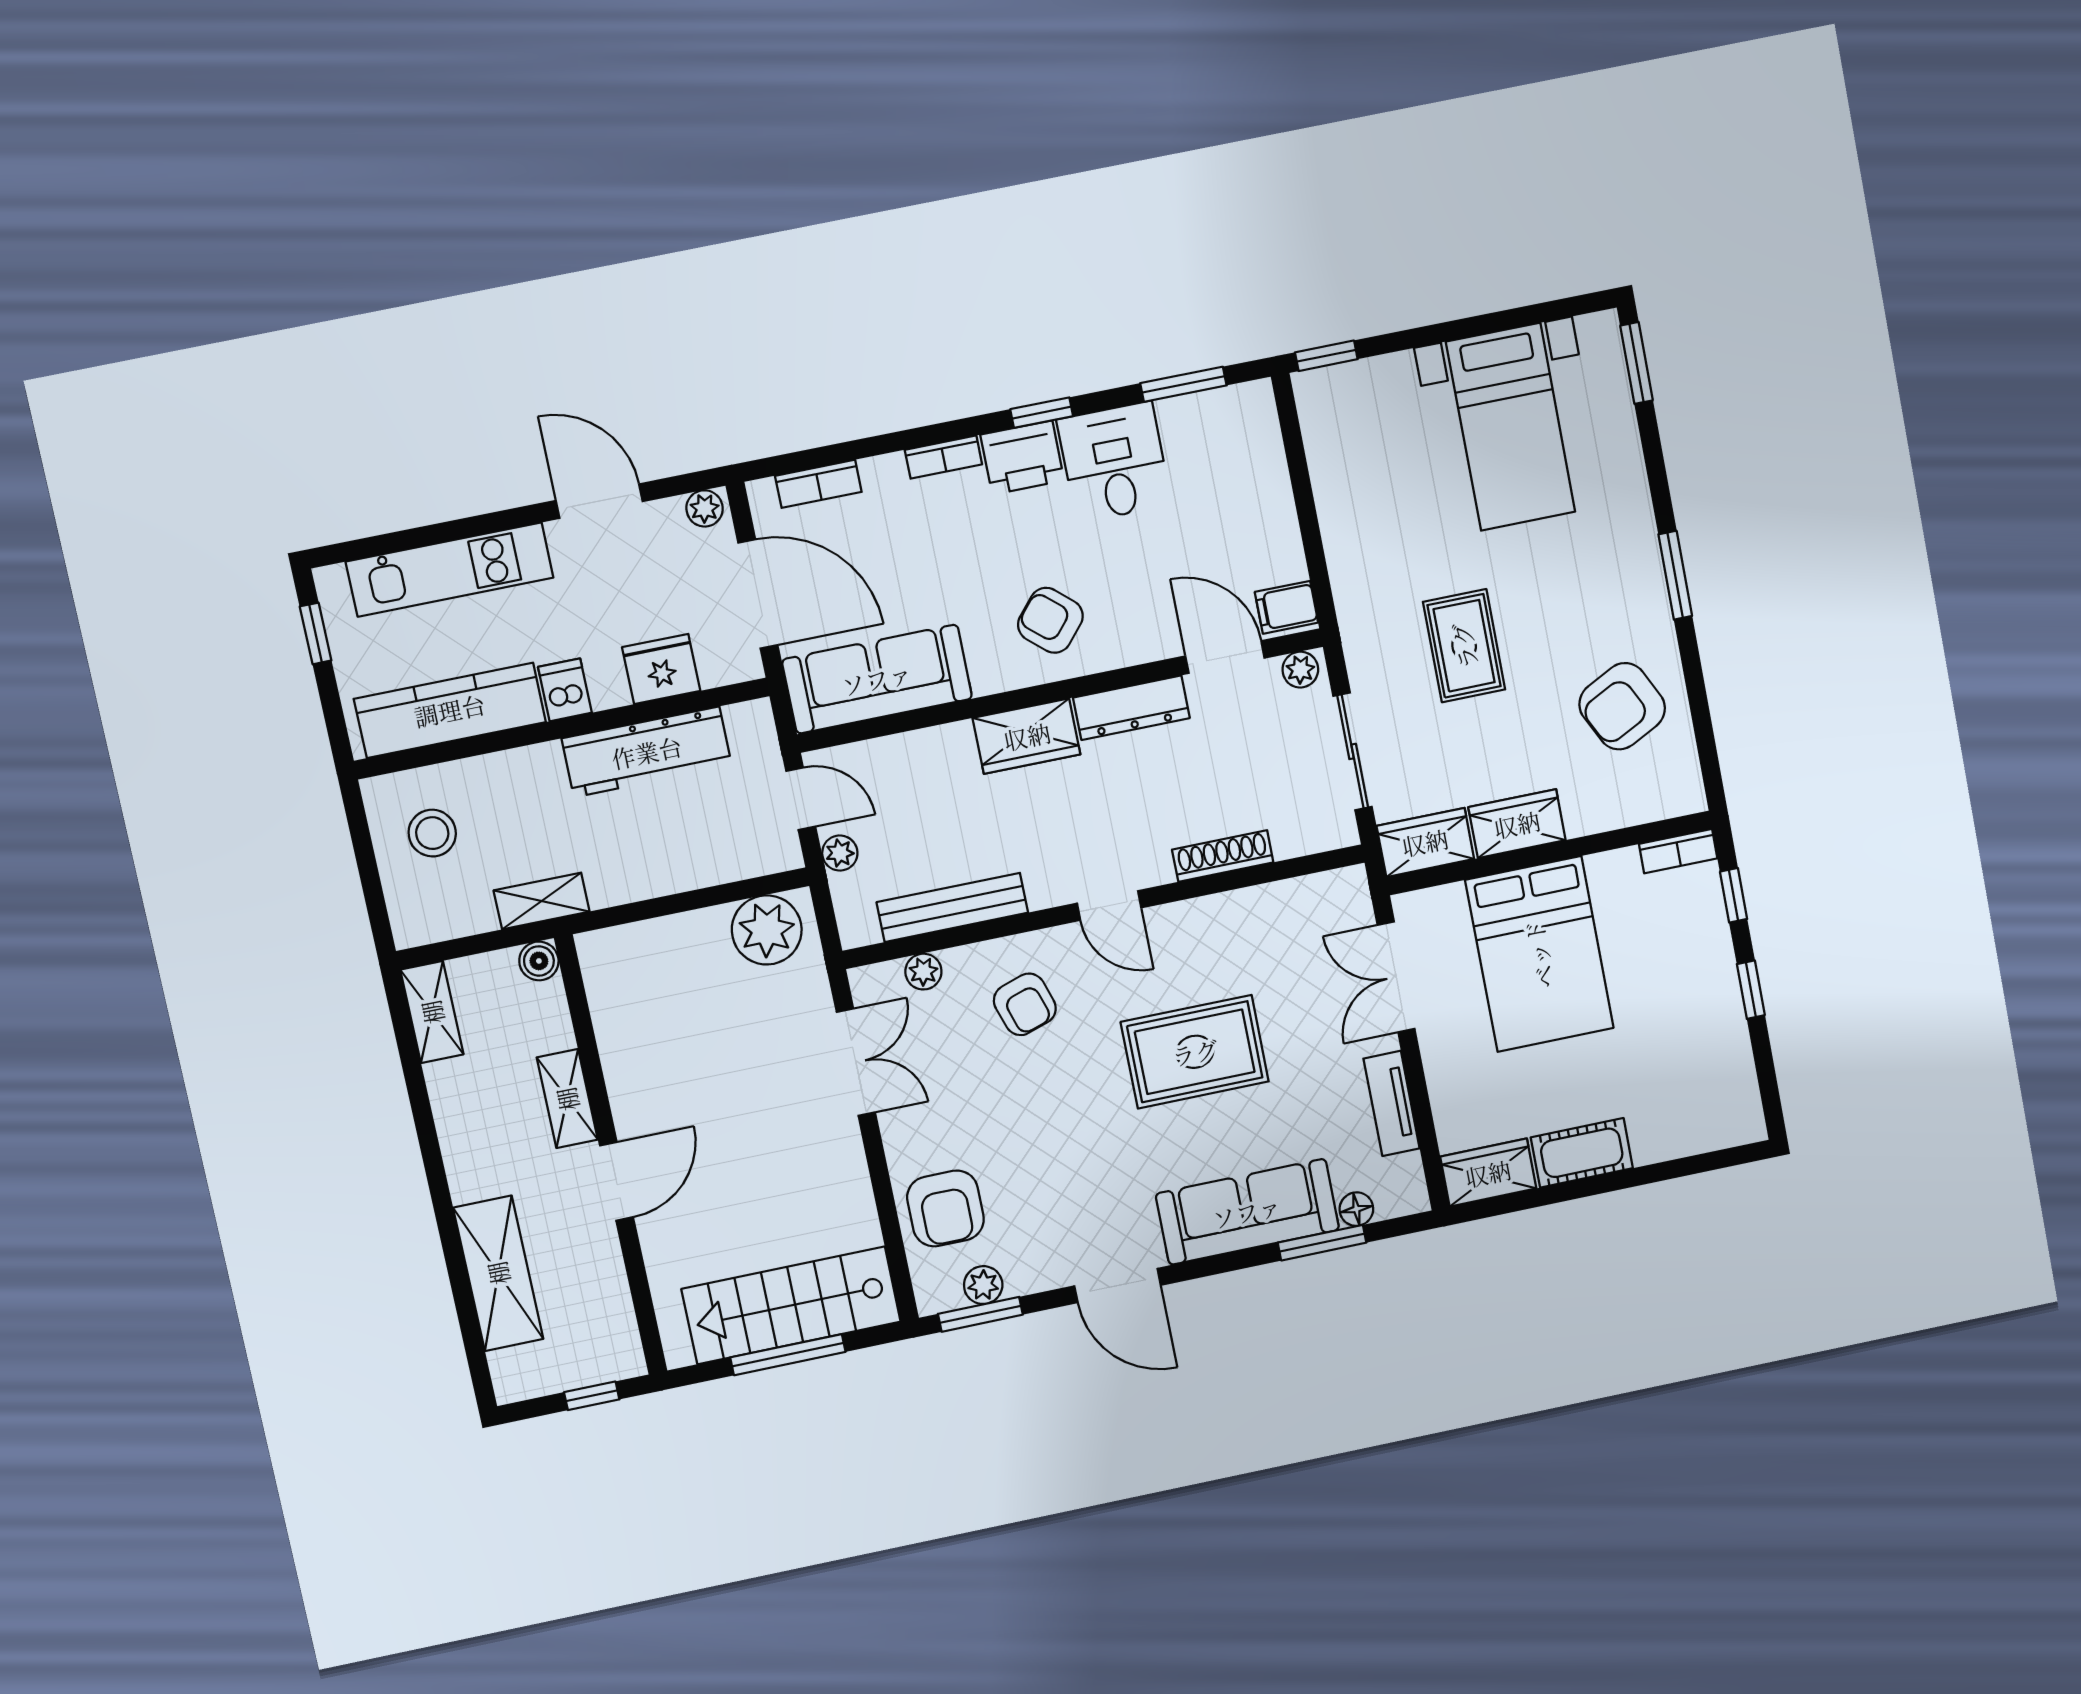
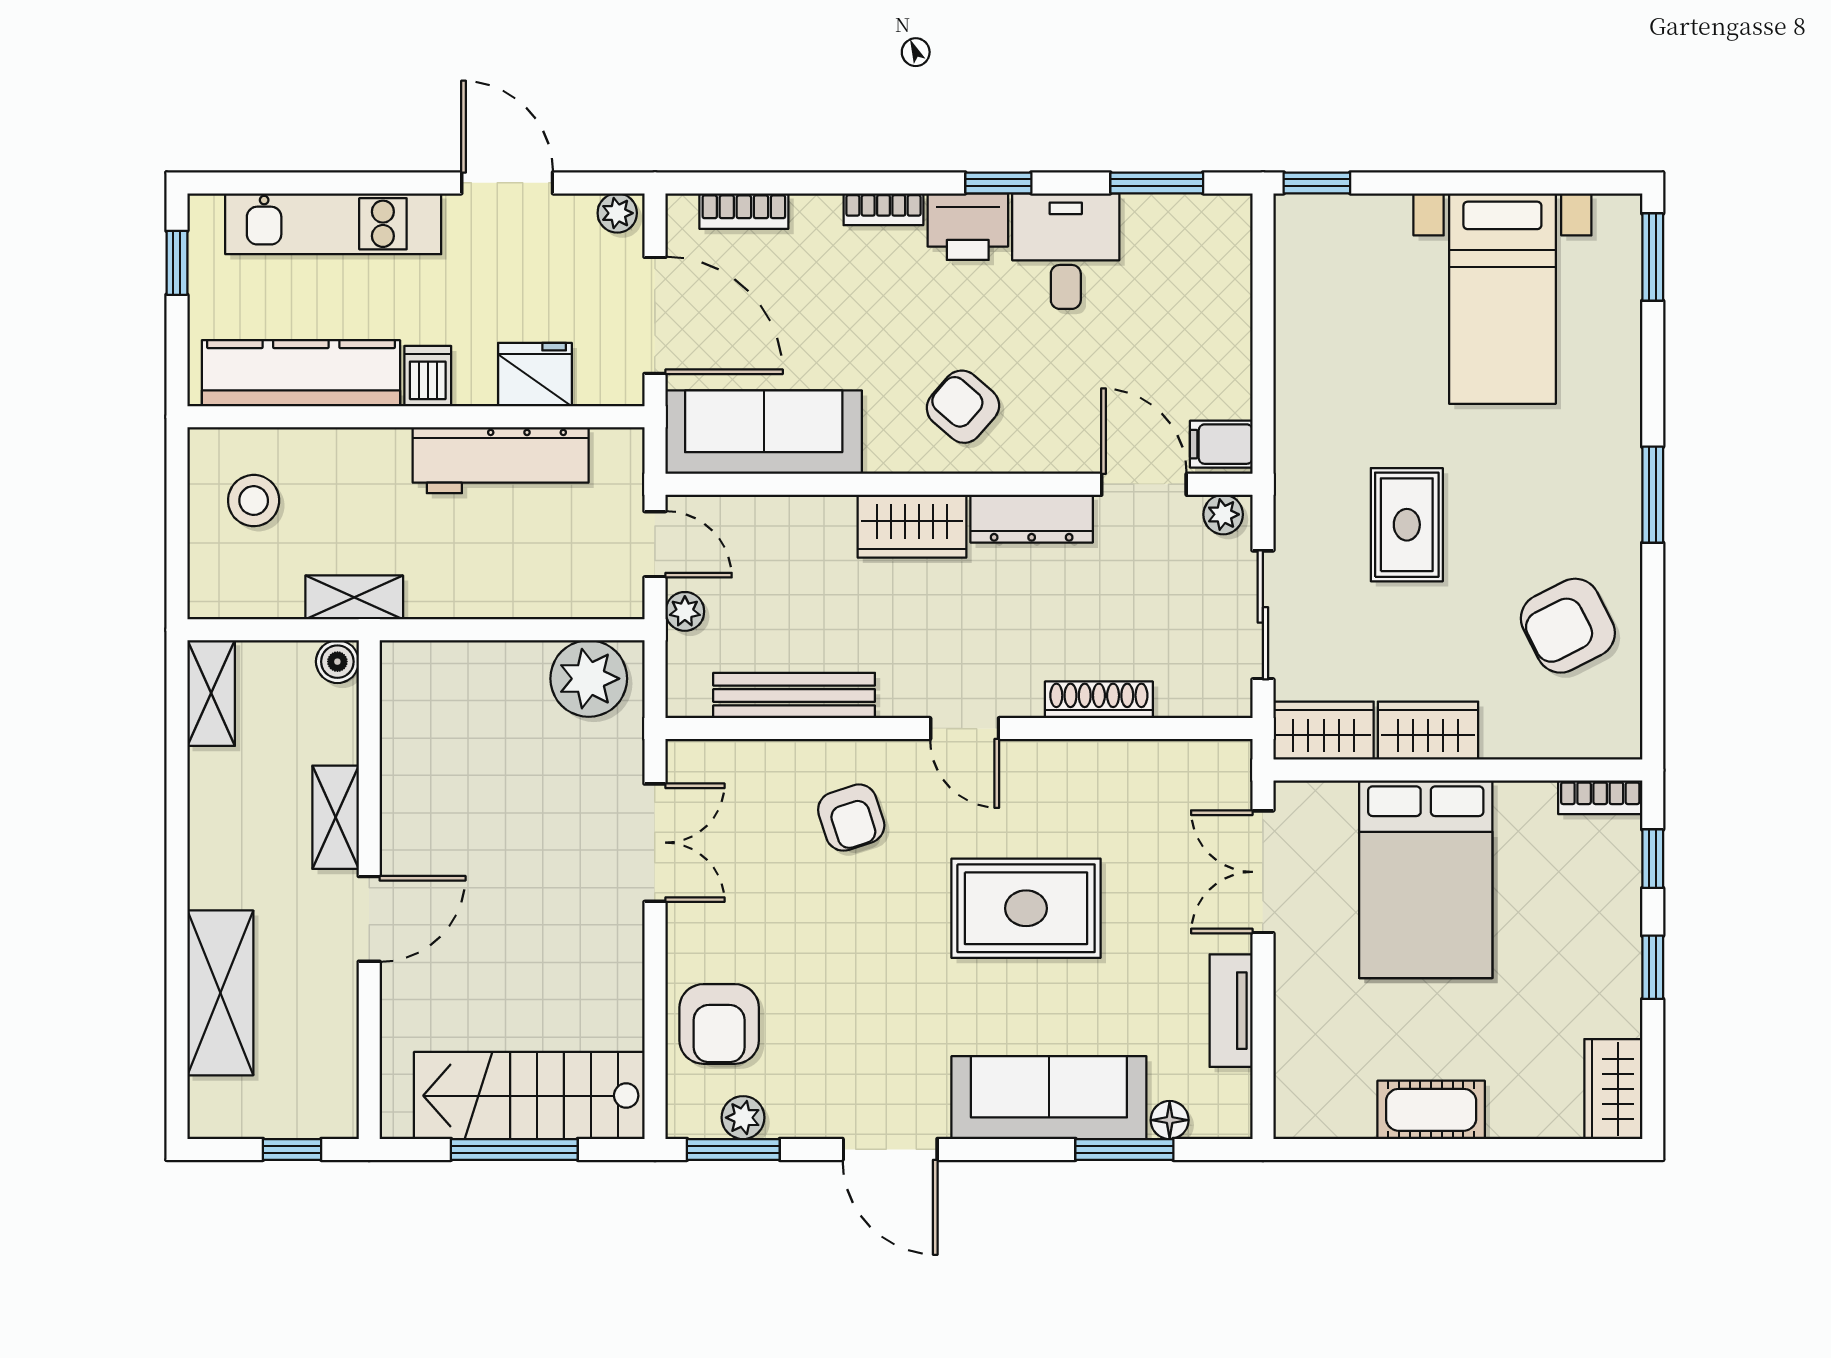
plant: (923, 972) -> (748, 759), removed
wardrobe: (1488, 1173) -> (1613, 1089), moved, turned -90

